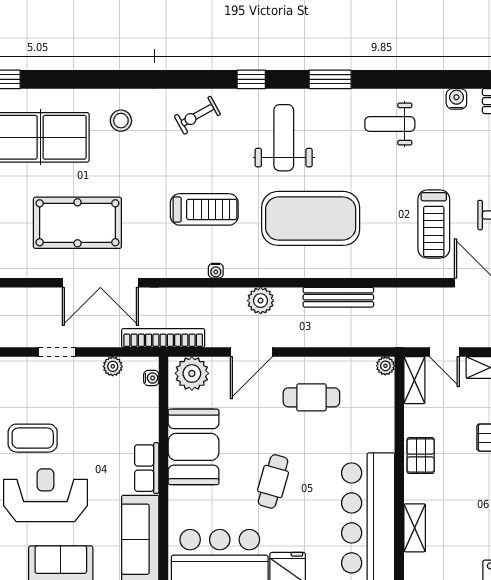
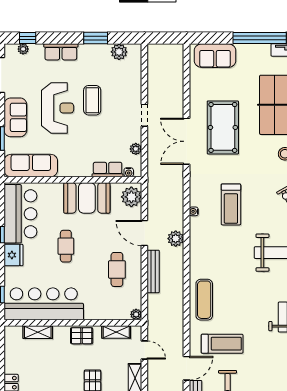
exercise mat: (311, 218) -> (204, 300), moved, width x0.50, depth x0.69
treadmill: (434, 224) -> (222, 344), turned 180
bench: (338, 297) -> (153, 271), moved
bookcase: (163, 338) -> (153, 179), removed
door: (444, 352) -> (144, 350), swing flipped
shelving: (414, 380) -> (116, 332), moved
row of seats: (147, 468) -> (108, 170), moved
cafe table: (273, 481) -> (66, 246), turned 74

